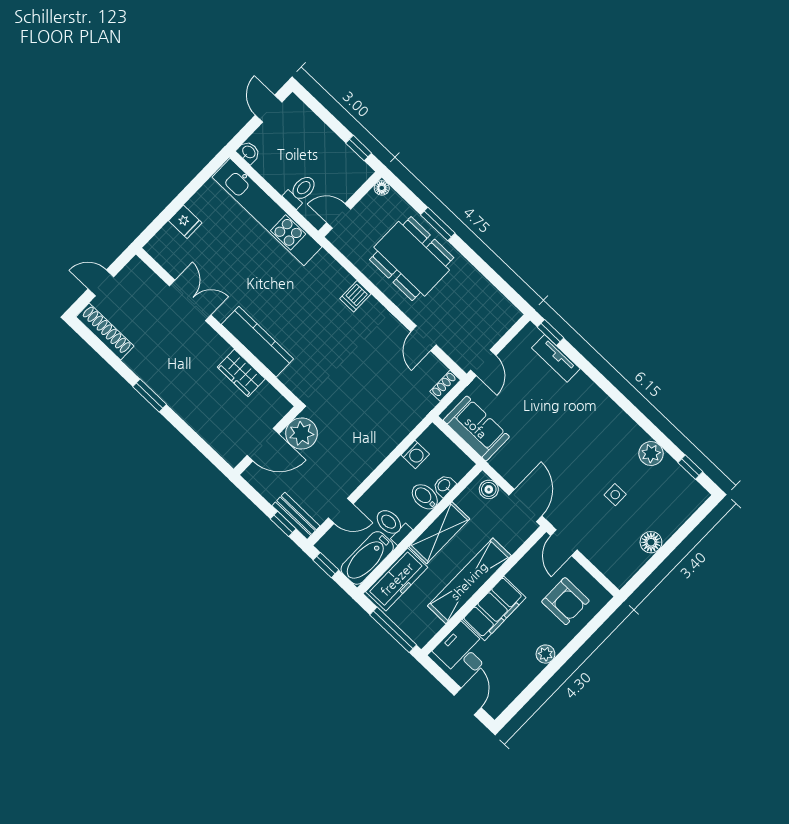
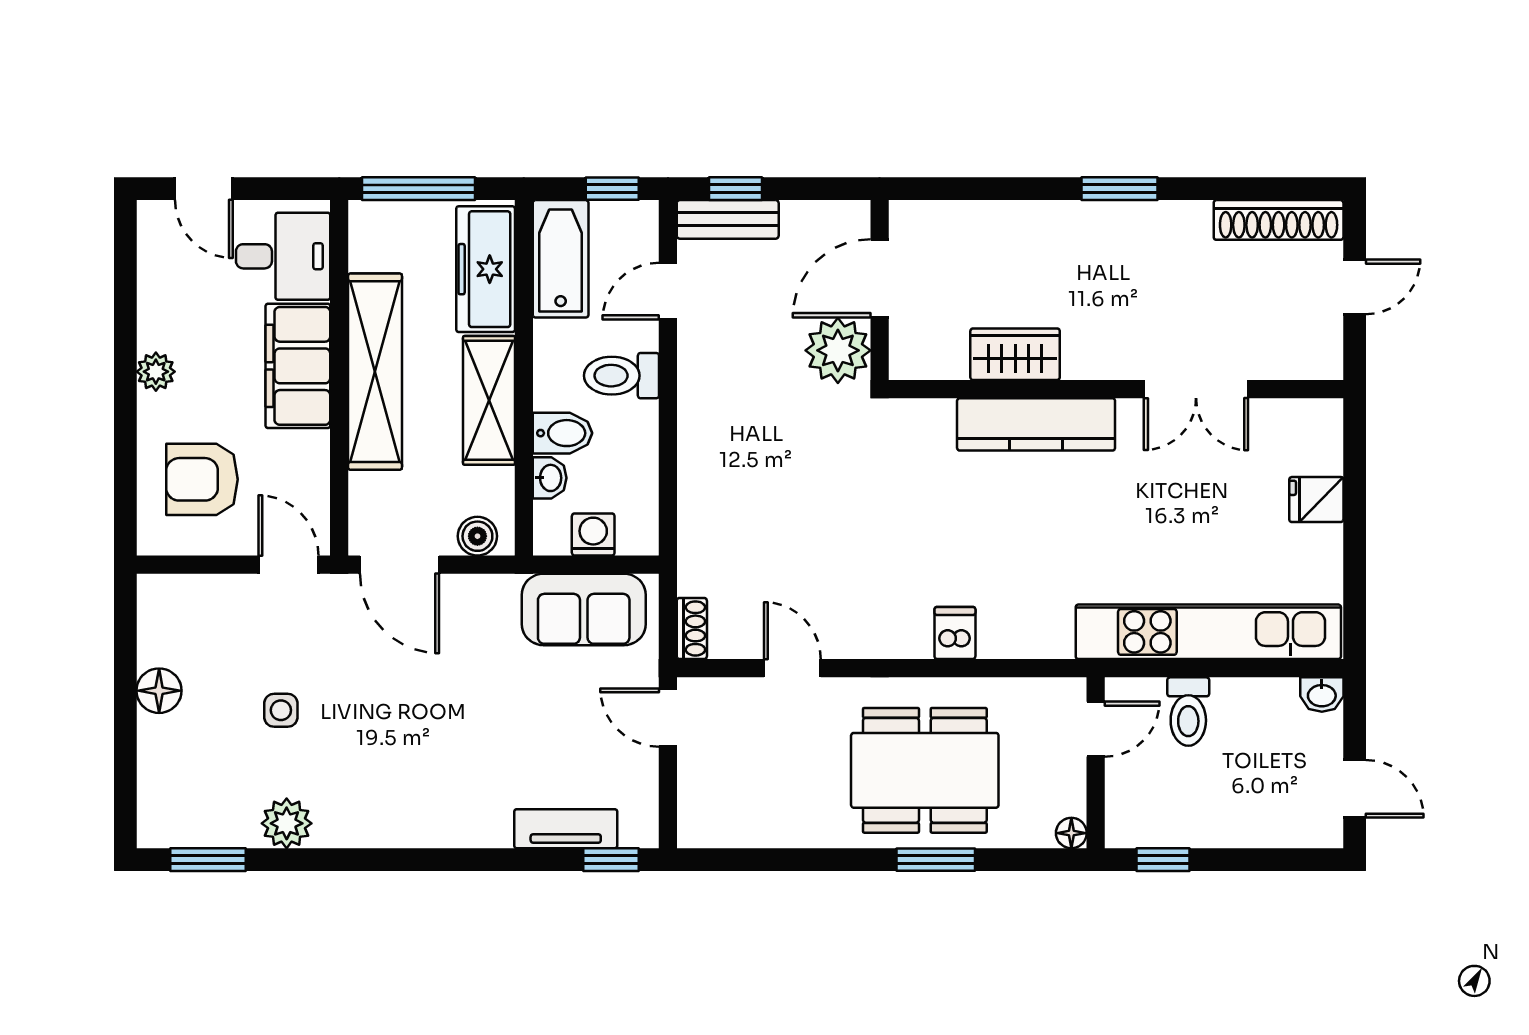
washing machine: (415, 454) -> (593, 534), moved, turned 90
window: (690, 467) -> (208, 860), width x1.50
toilet: (392, 525) -> (622, 376), moved, turned 180

